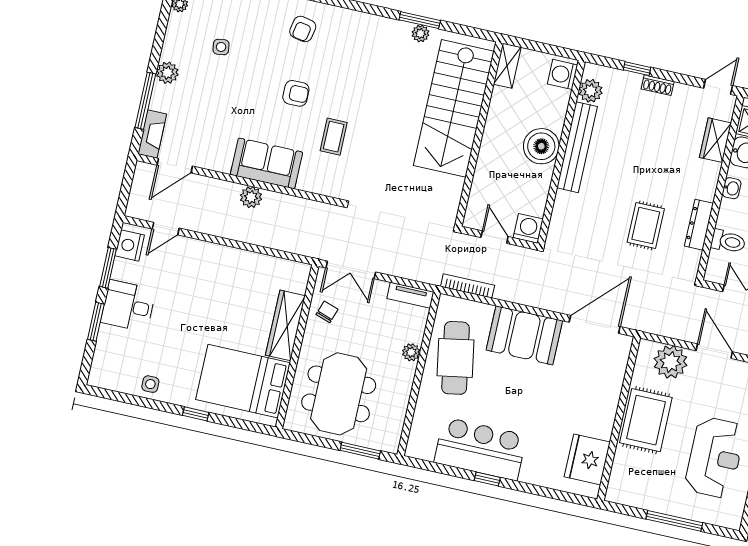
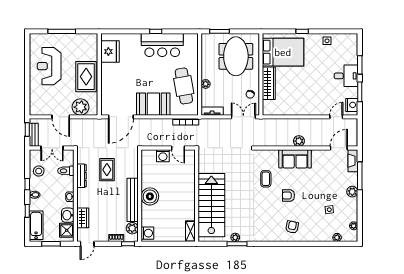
washing machine: (563, 74) -> (147, 233), moved
plant: (591, 91) -> (132, 228), moved
boiler: (541, 146) -> (150, 196), moved
bench: (577, 147) -> (133, 200), moved
wall: (561, 152) -> (140, 196), moved

